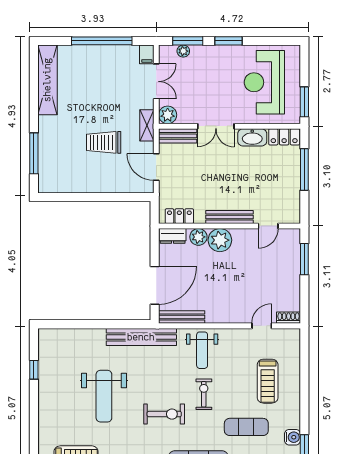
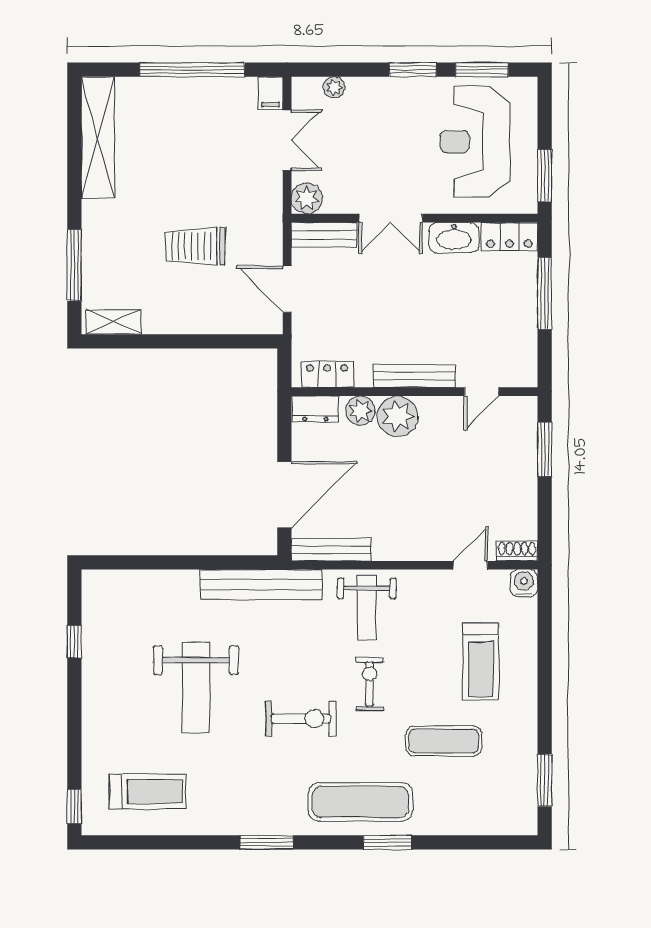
window: (188, 41) -> (482, 70), moved
shelving: (147, 125) -> (113, 322), moved, turned 90
water cooler: (292, 437) -> (524, 583), moved, turned -90

